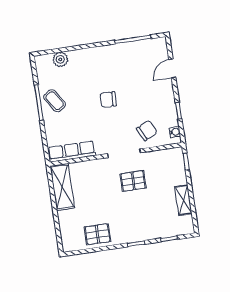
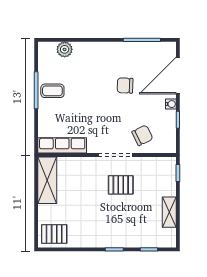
door: (172, 68) -> (178, 76), width x1.87
chair: (108, 99) -> (125, 85), moved
coffee table: (55, 101) -> (52, 91), turned -57
water cooler: (175, 132) -> (171, 104), moved
pallet: (97, 234) -> (54, 234), moved

